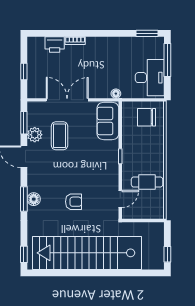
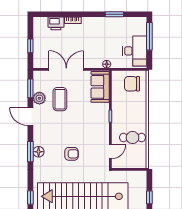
window: (147, 33) -> (114, 14), moved

